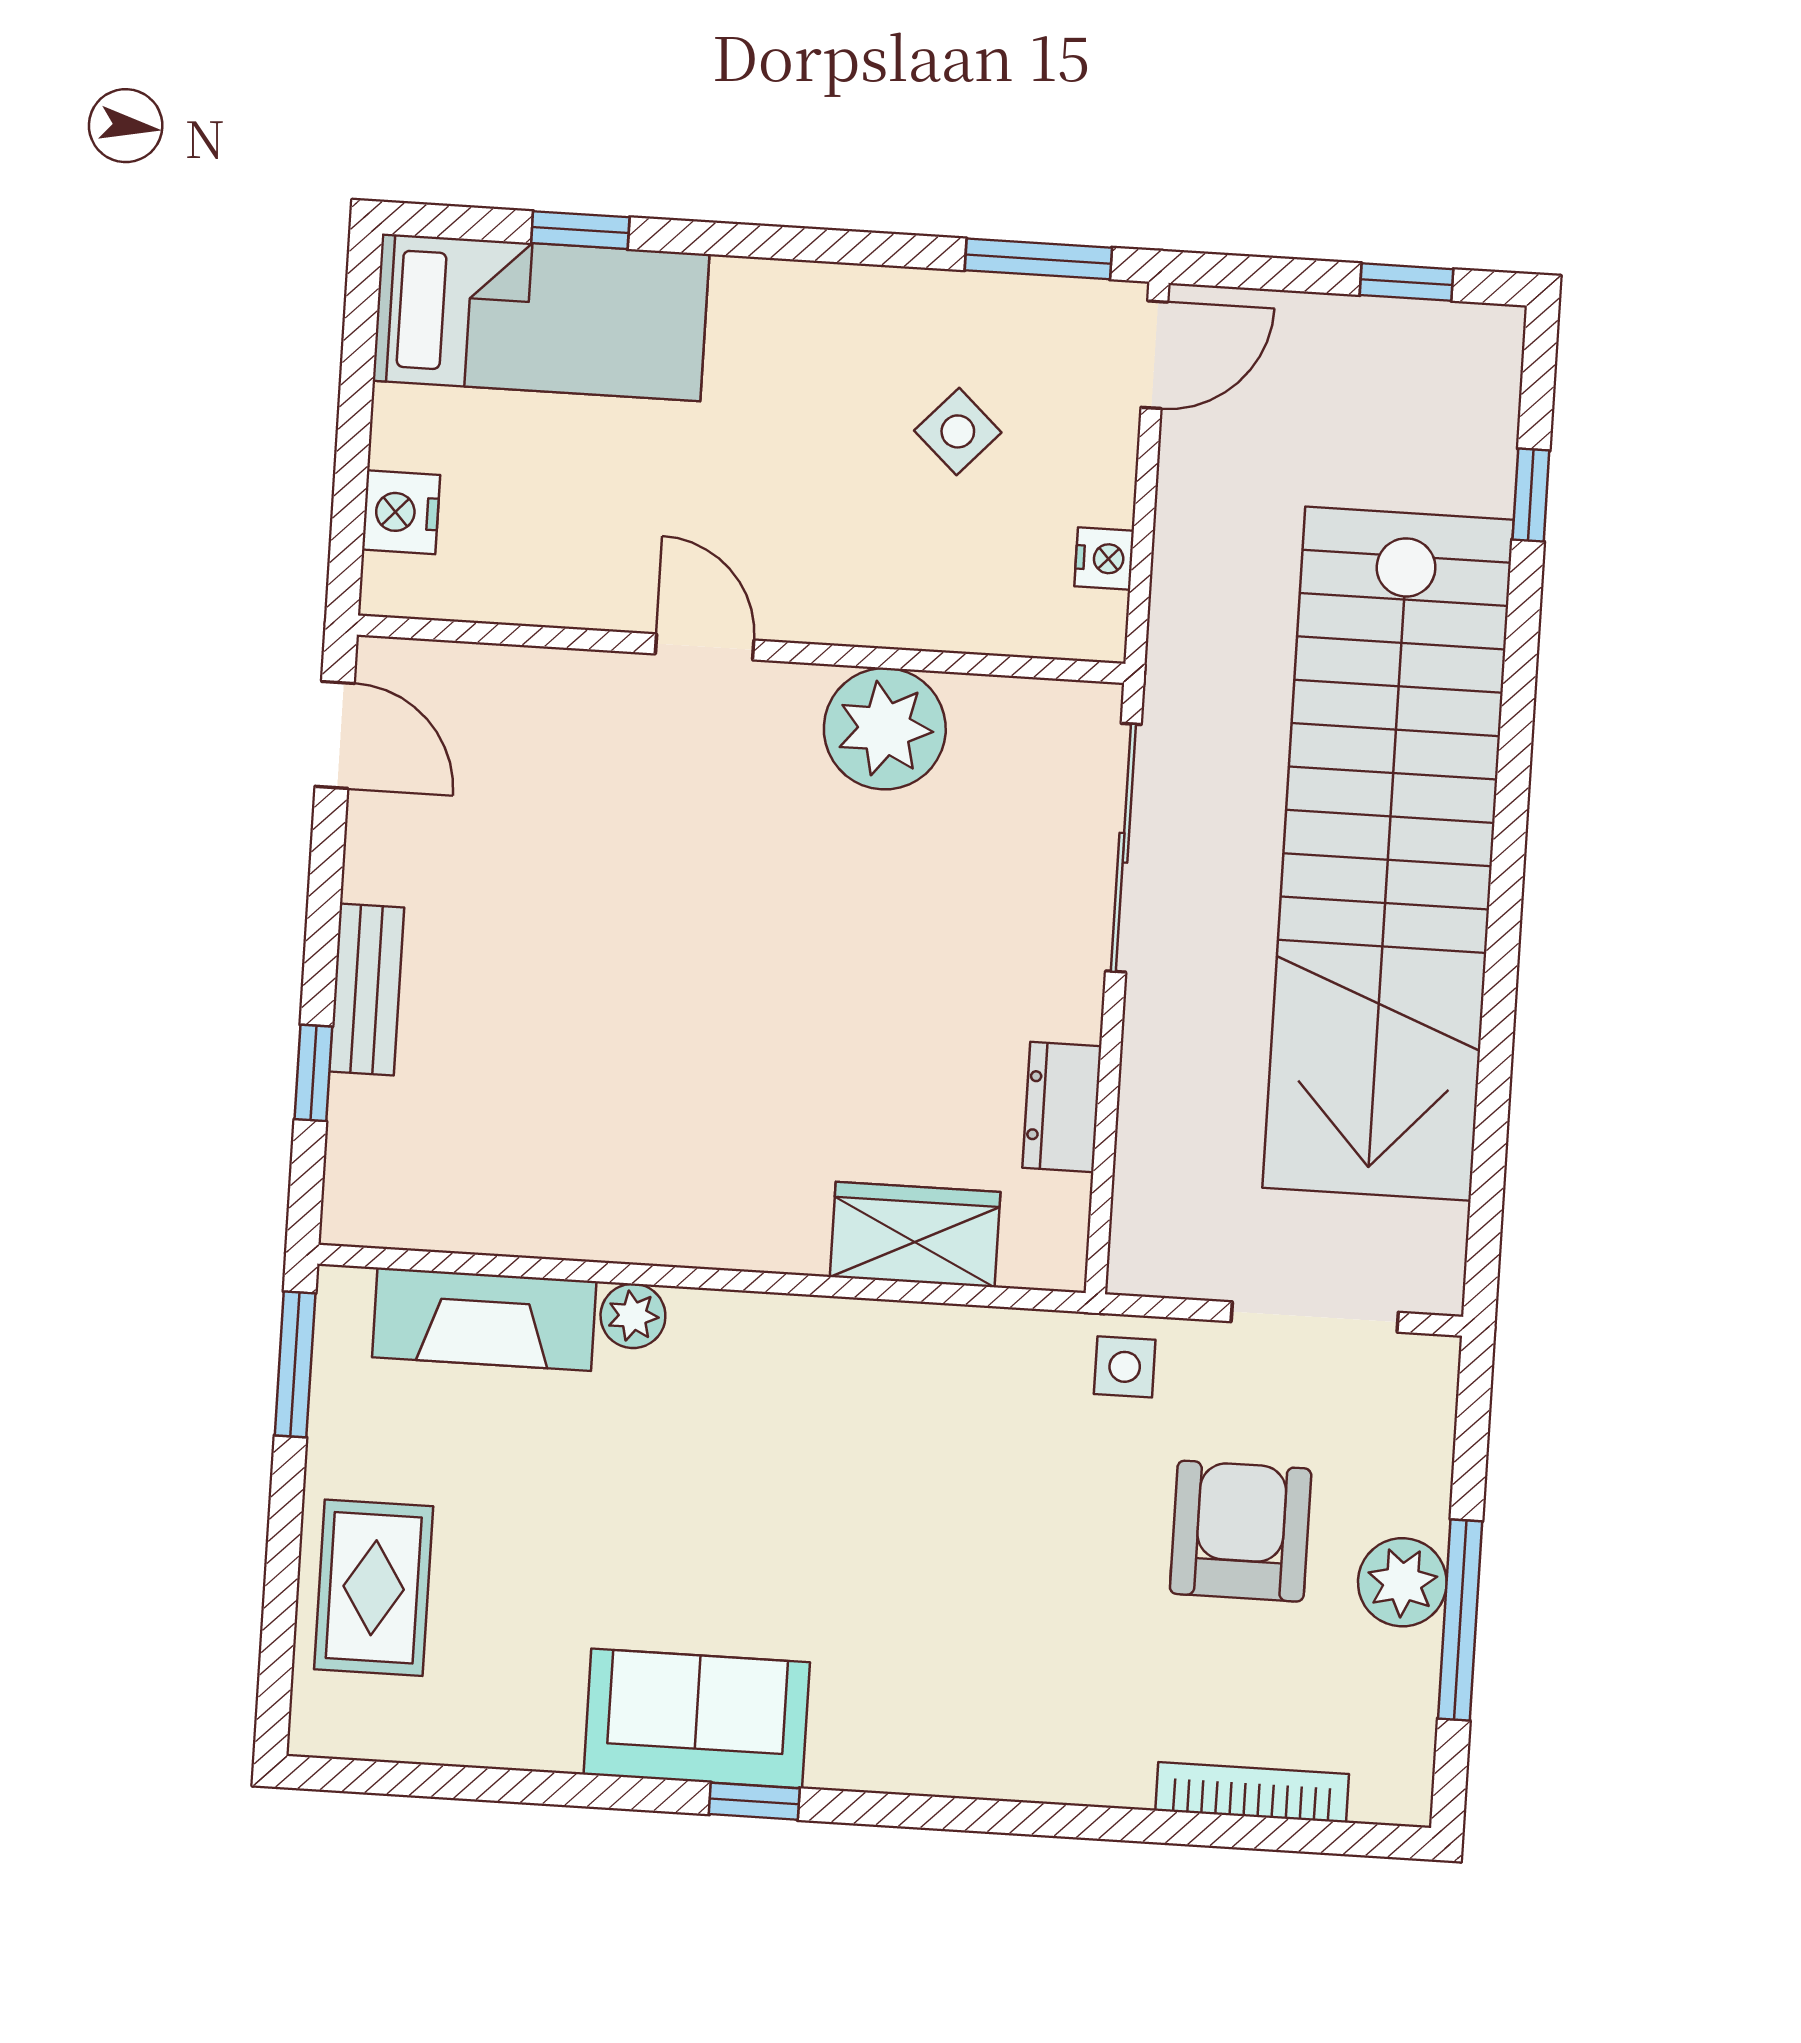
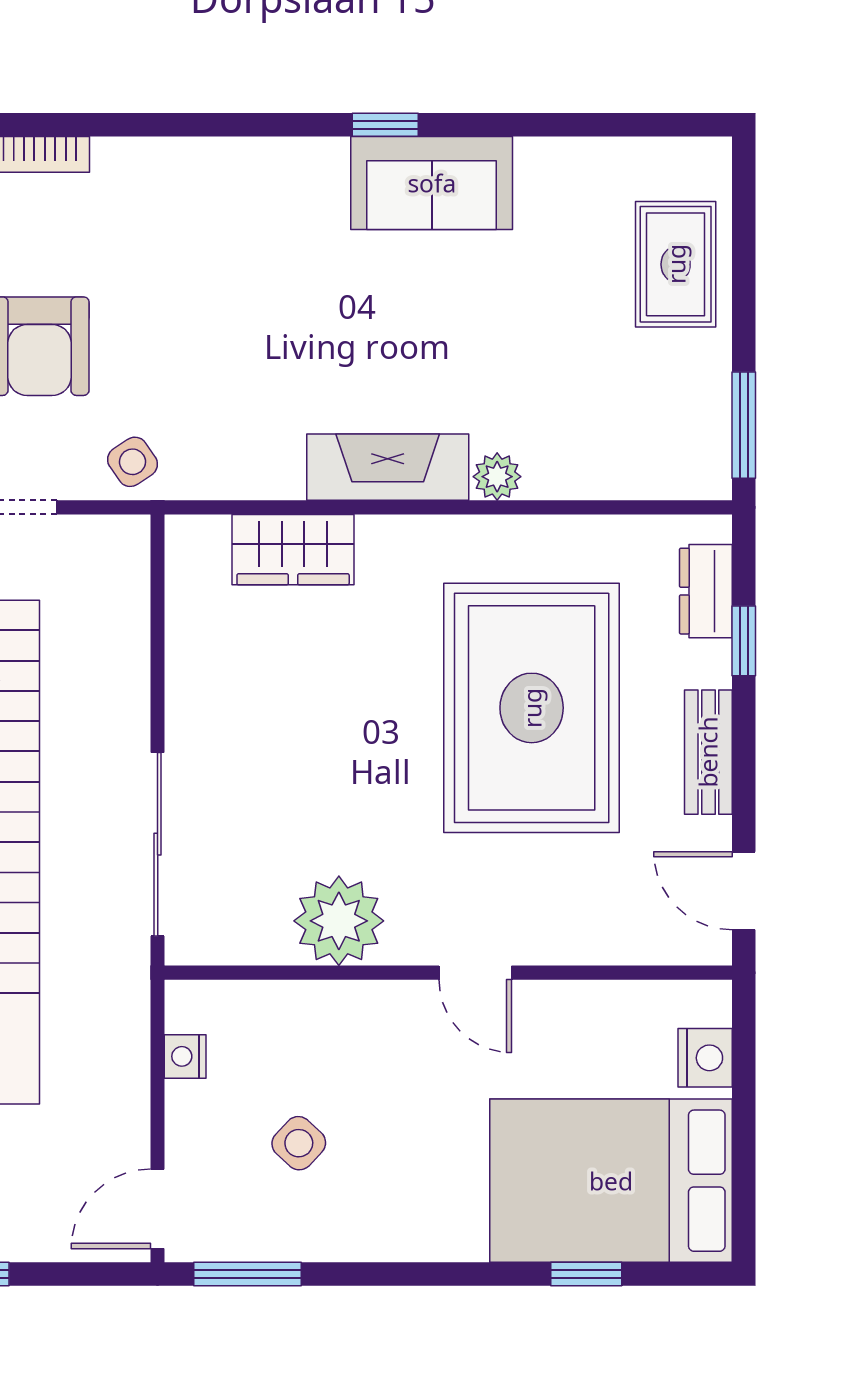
bed: (541, 317) -> (611, 1181), width x1.50
bench: (367, 990) -> (708, 752), moved
rug: (606, 1000) -> (532, 708), added
dresser: (1062, 1107) -> (706, 591), moved, turned 180
fireplace: (484, 1319) -> (388, 467), moved
side table: (1125, 1367) -> (133, 462), turned -34

